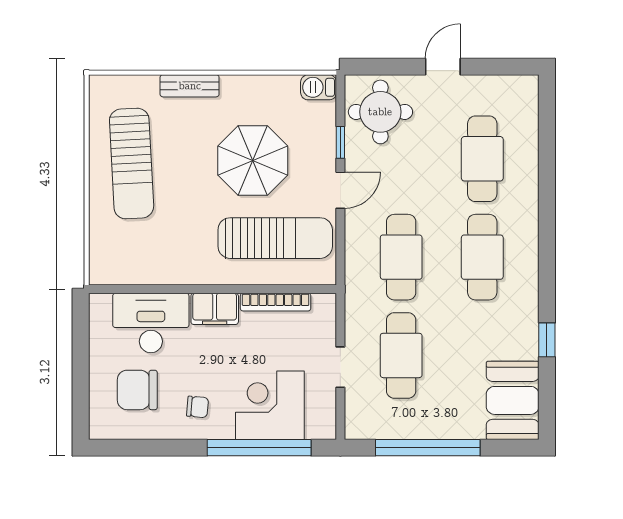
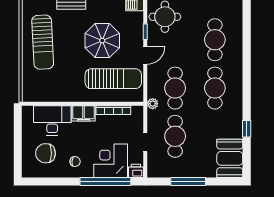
plant: (355, 289) -> (153, 104), added
printer: (321, 426) -> (136, 171), added
window: (428, 448) -> (188, 182), width x0.68

